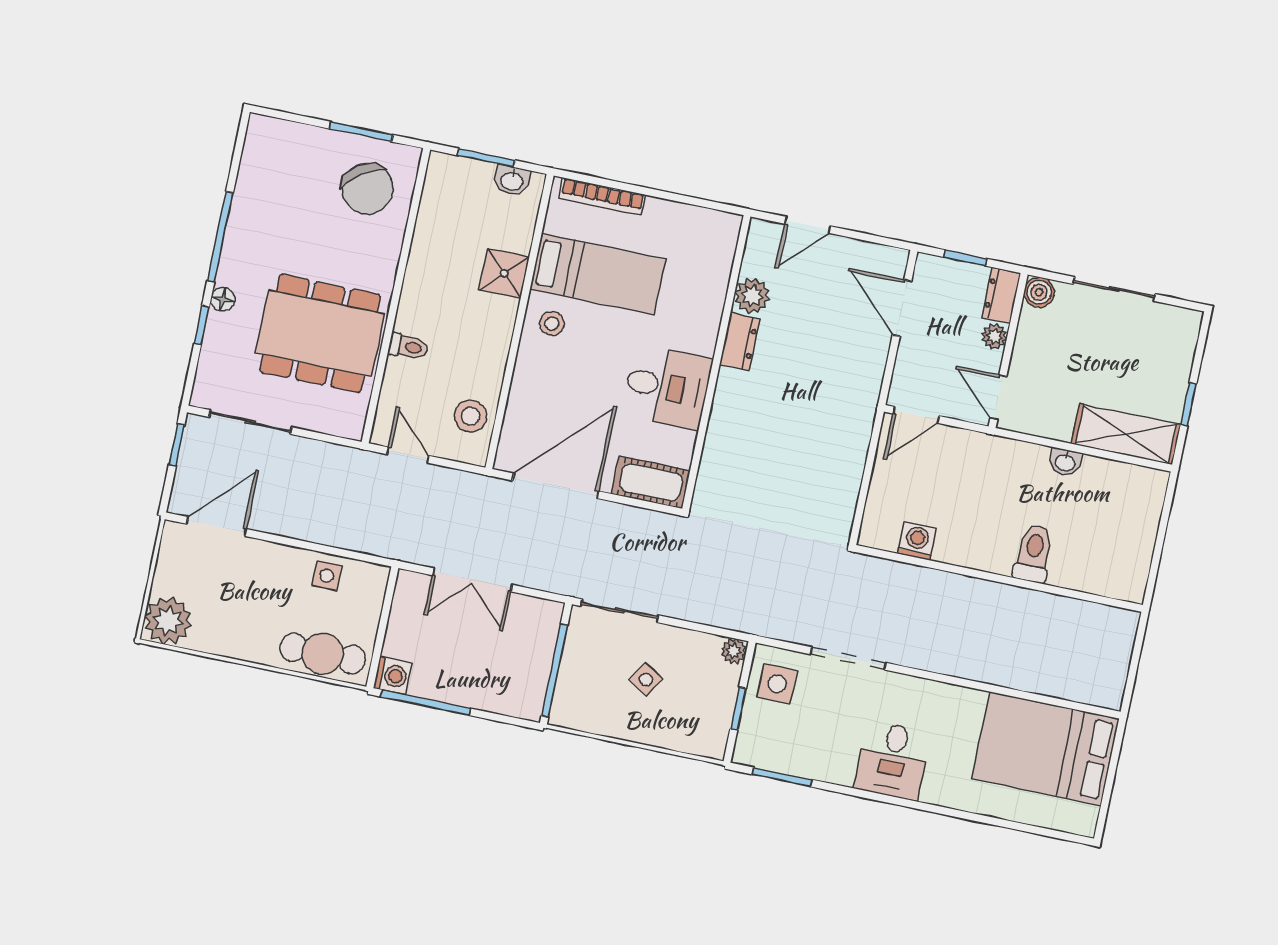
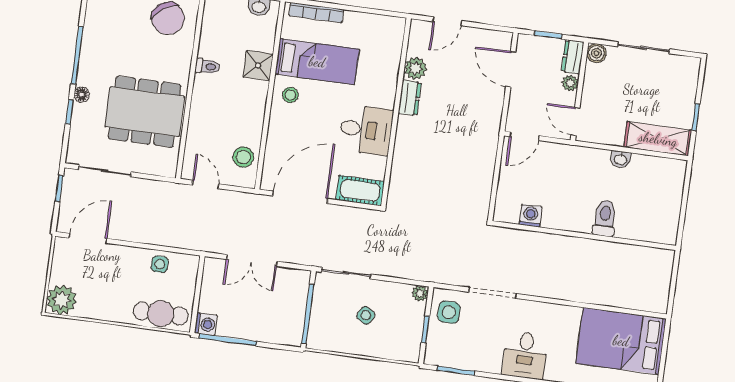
toilet: (408, 347) -> (208, 66), moved

